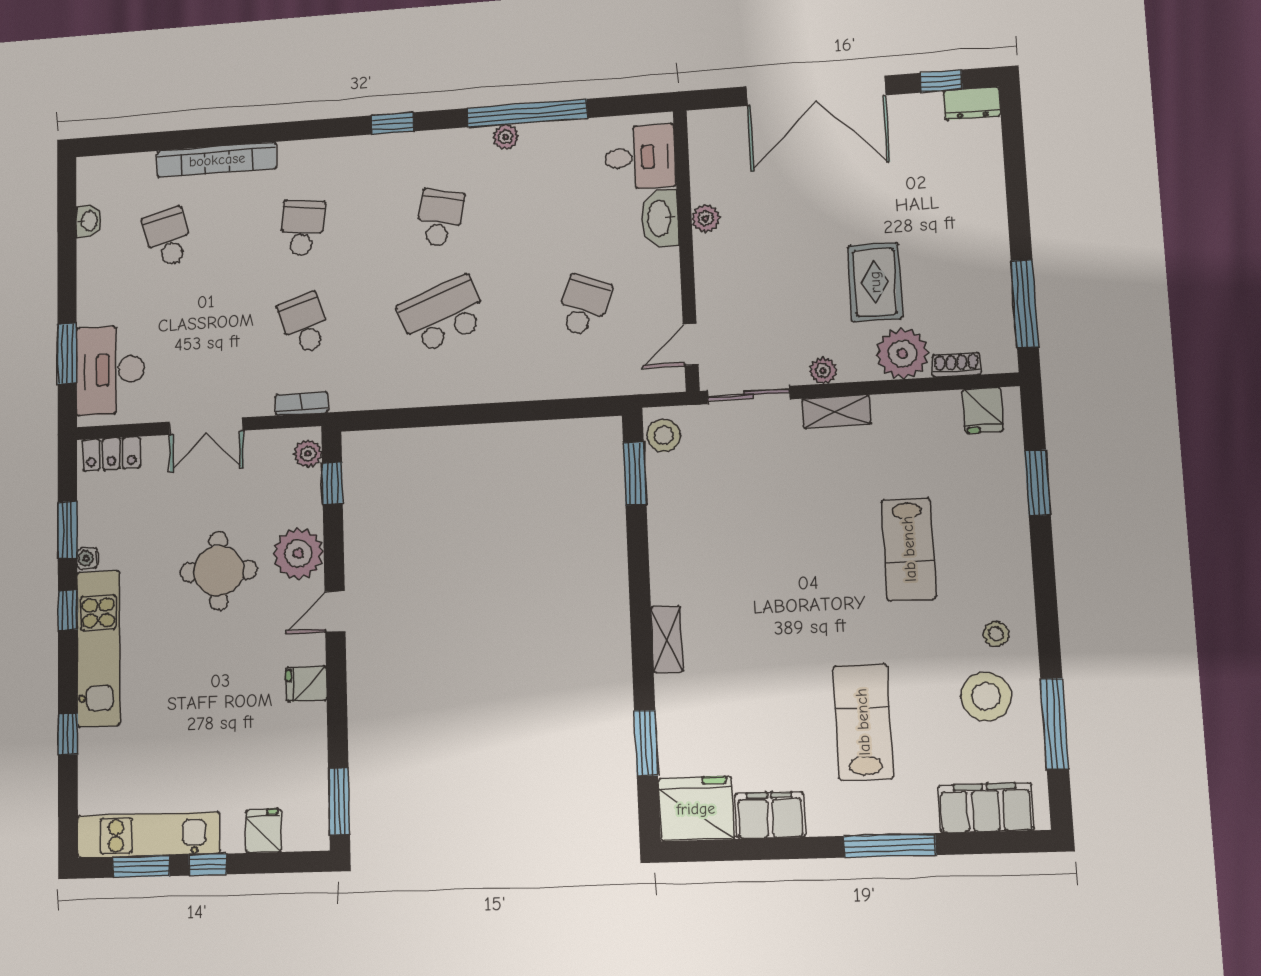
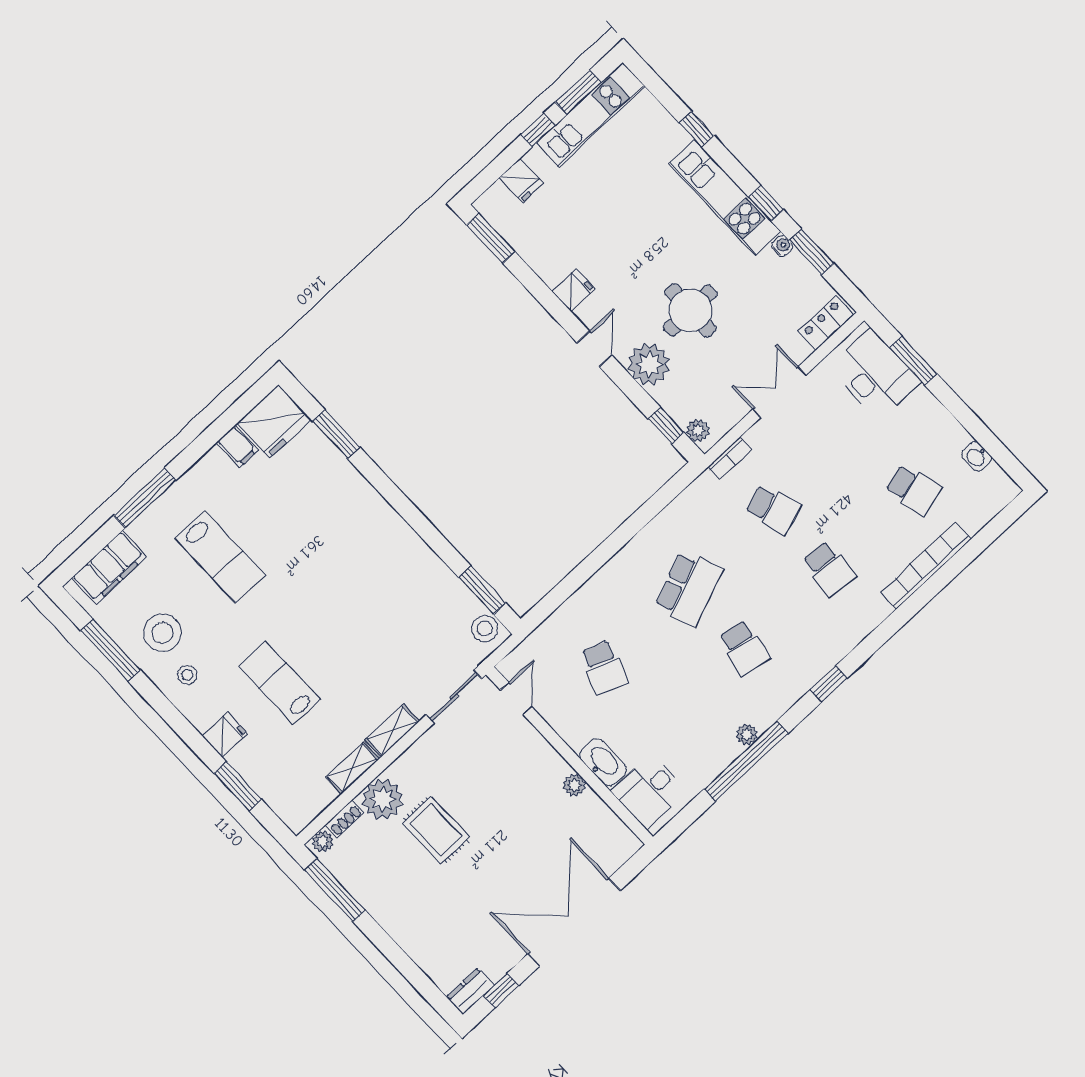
plant: (823, 371) -> (323, 842), moved
fridge: (983, 410) -> (225, 735), moved, turned 90
shelving: (667, 639) -> (353, 768), moved, turned 90
filing cabinet: (770, 815) -> (237, 446), width x0.50

